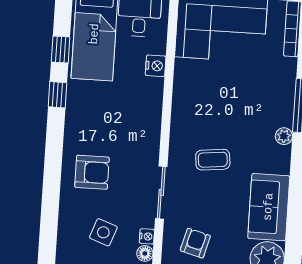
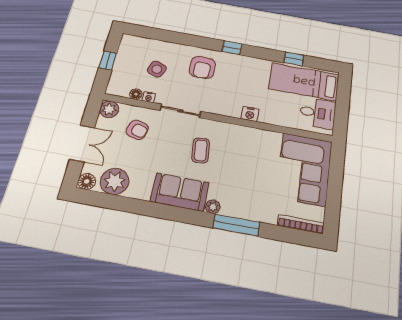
nightstand: (156, 66) -> (250, 114), moved
window: (58, 95) -> (232, 48), moved
sofa: (269, 207) -> (180, 192), moved

